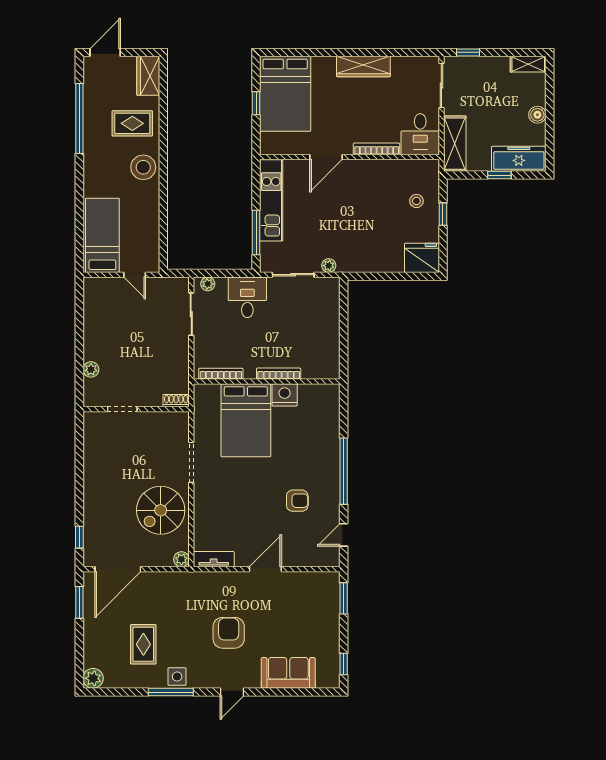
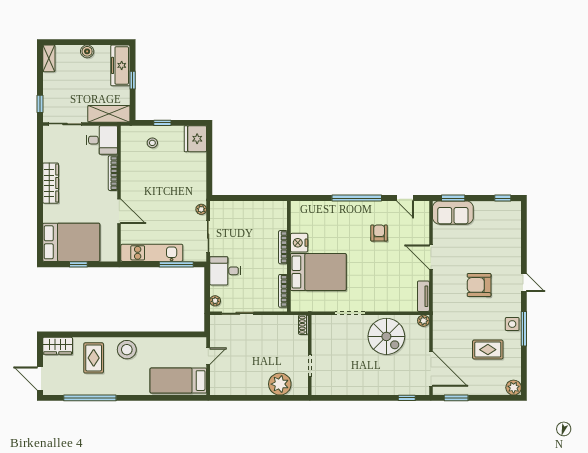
plant: (91, 369) -> (280, 384), width x1.87, depth x1.87
sofa: (288, 673) -> (453, 213), moved, turned -90

